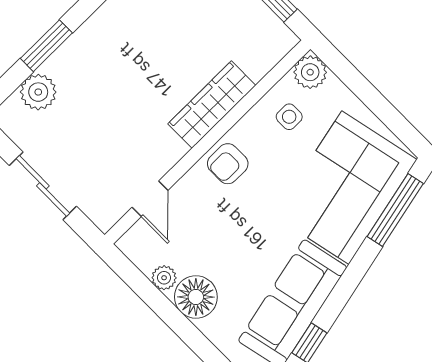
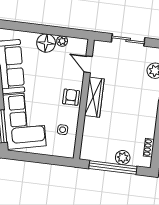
plant: (310, 72) -> (67, 151), removed
wardrobe: (212, 105) -> (94, 97), moved

